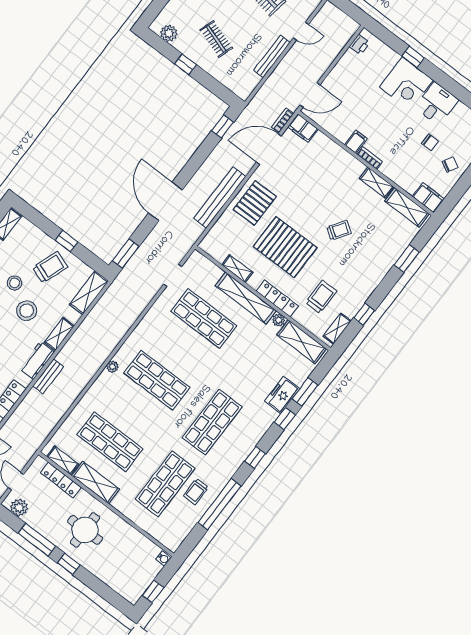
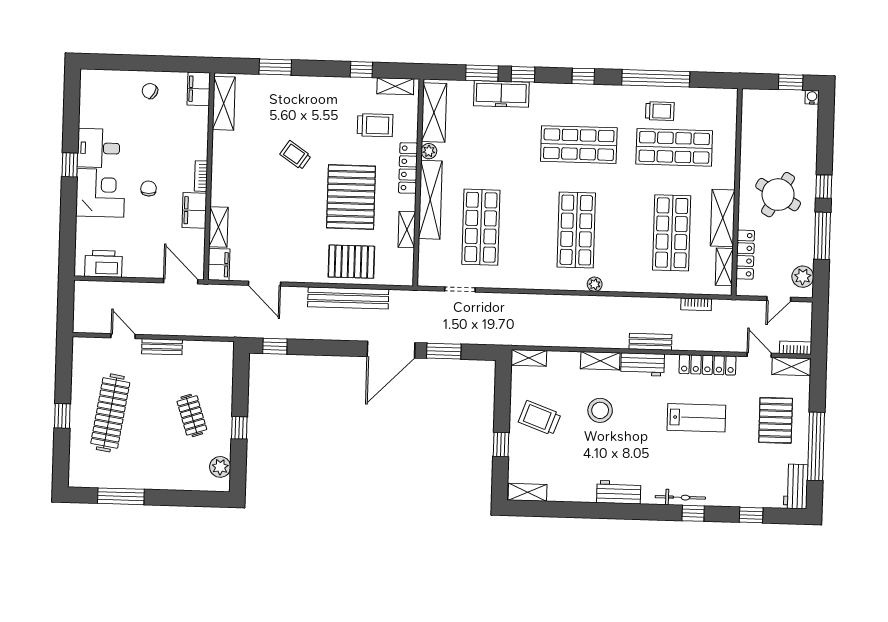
clothes rail: (216, 39) -> (192, 415), turned -36
printer: (359, 45) -> (103, 264), width x1.87, depth x1.48
bench: (272, 56) -> (162, 347), width x0.73
window: (413, 57) -> (70, 165), moved
bookcase: (283, 120) -> (696, 304), moved
filing cabinet: (356, 142) -> (194, 210), width x2.00
chair: (430, 142) -> (149, 188), moved
door: (269, 149) -> (264, 284), width x0.73
shelving: (377, 183) -> (218, 227), moved
pallet: (255, 203) -> (351, 262), moved
window: (67, 241) -> (501, 445), moved
window: (126, 254) -> (444, 351), moved
stool: (15, 283) -> (581, 442), removed
shelving: (89, 293) -> (529, 358), width x0.67, depth x0.75
trolley: (321, 297) -> (375, 125), turned 180
freezer: (282, 395) -> (501, 94), width x1.40
round table: (85, 530) -> (778, 195), turned 30
water cooler: (163, 559) -> (812, 97), moved

